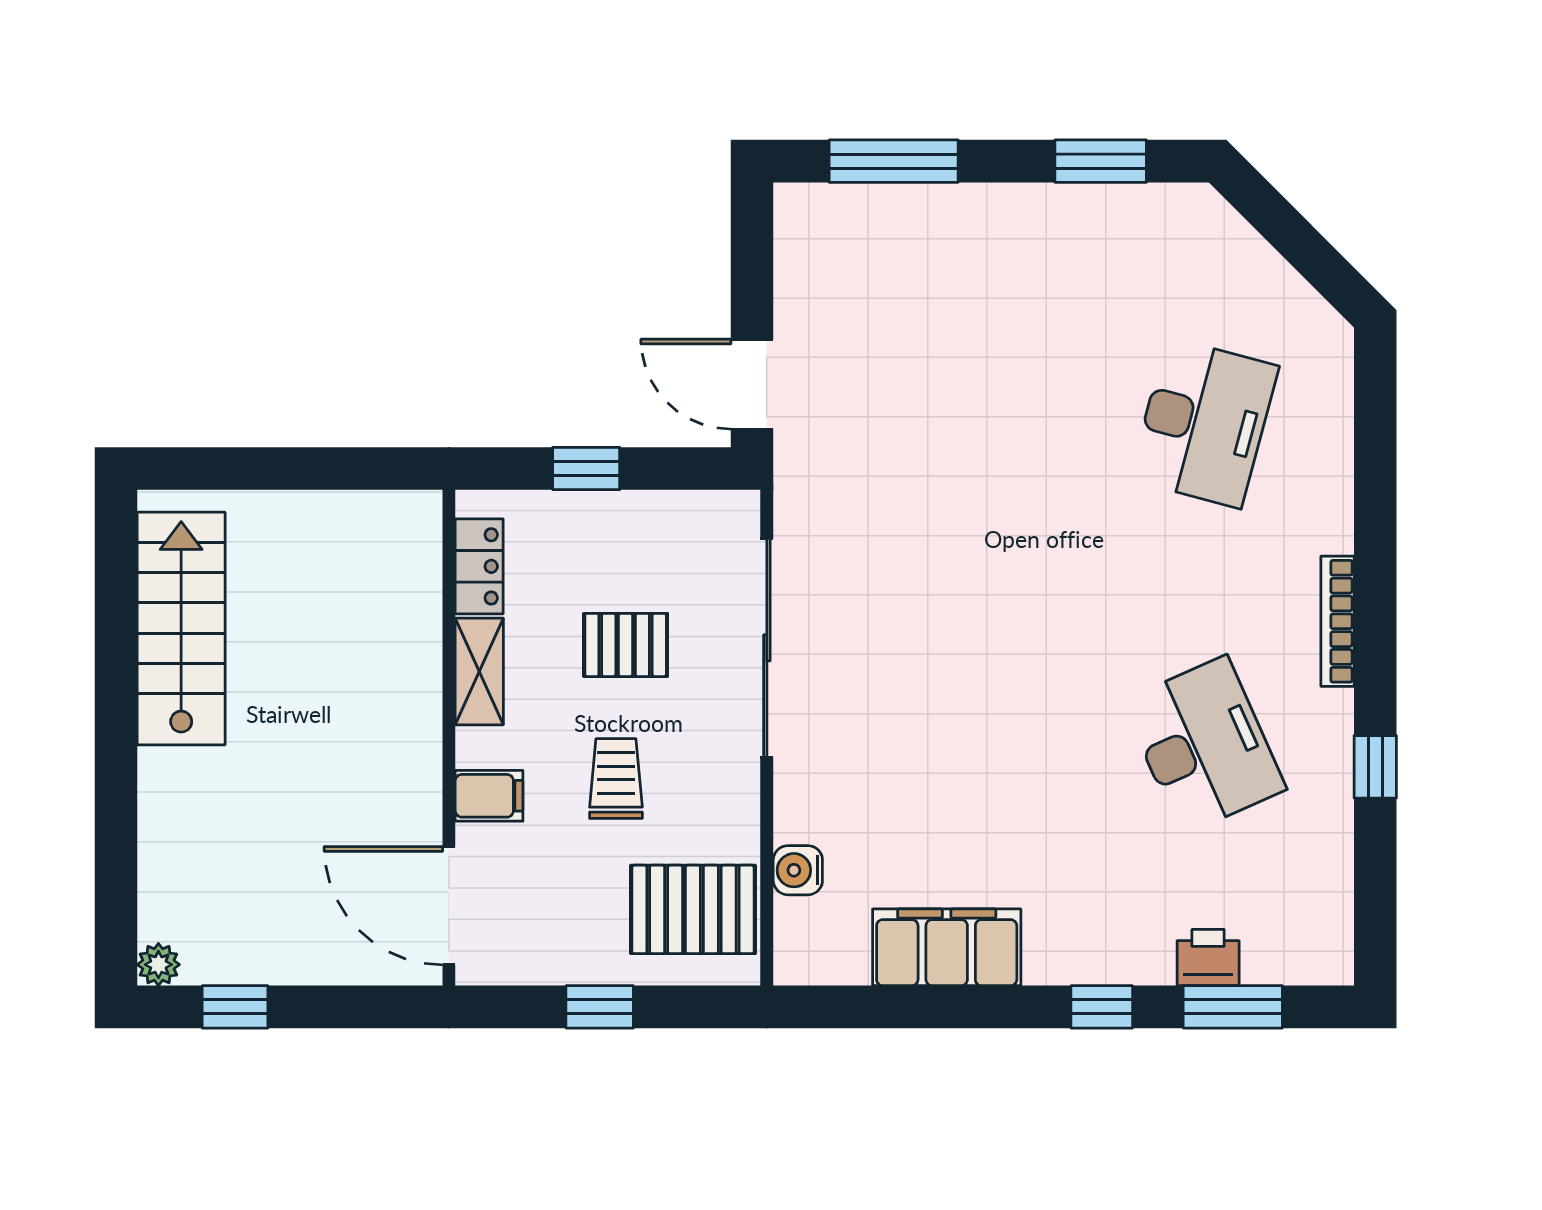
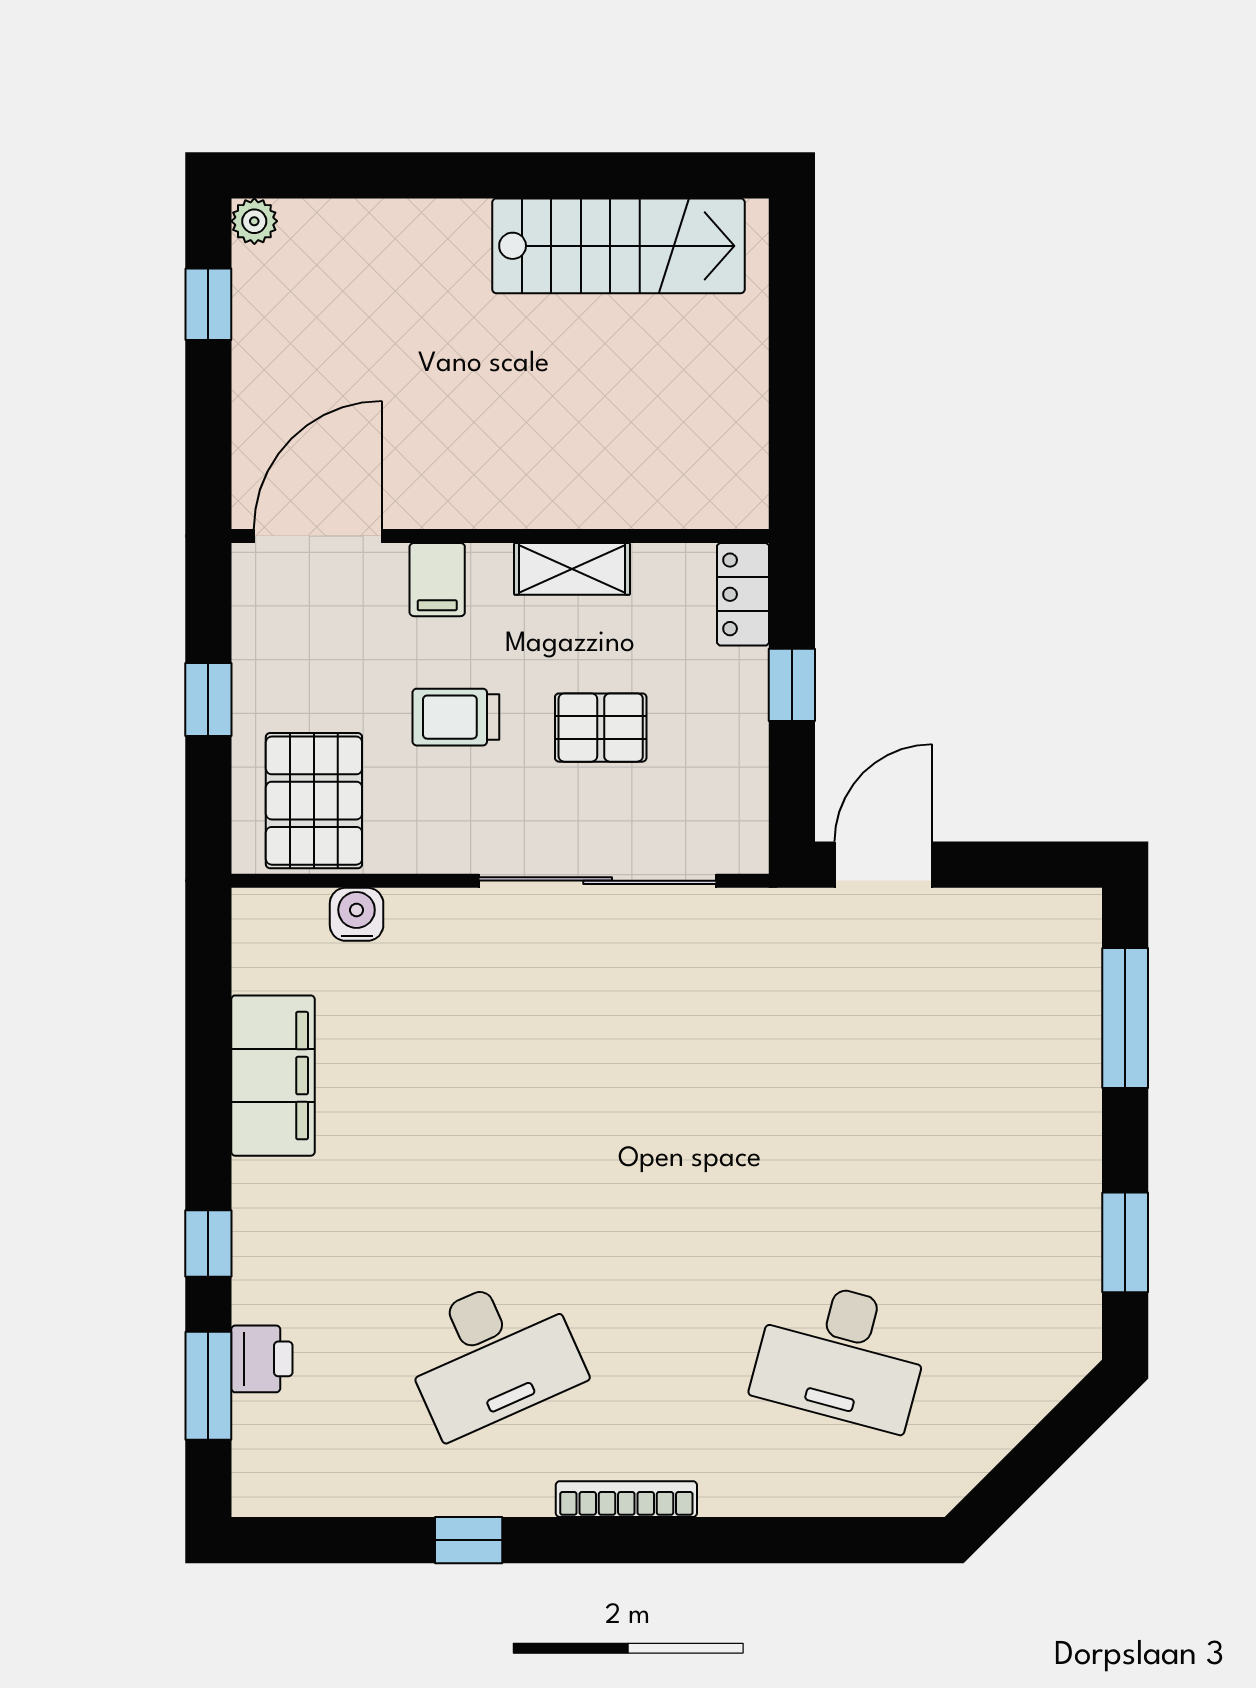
locker: (479, 566) -> (743, 594), moved, turned 90
pallet: (626, 645) -> (601, 728), turned 90
trolley: (616, 779) -> (456, 717), turned 180

